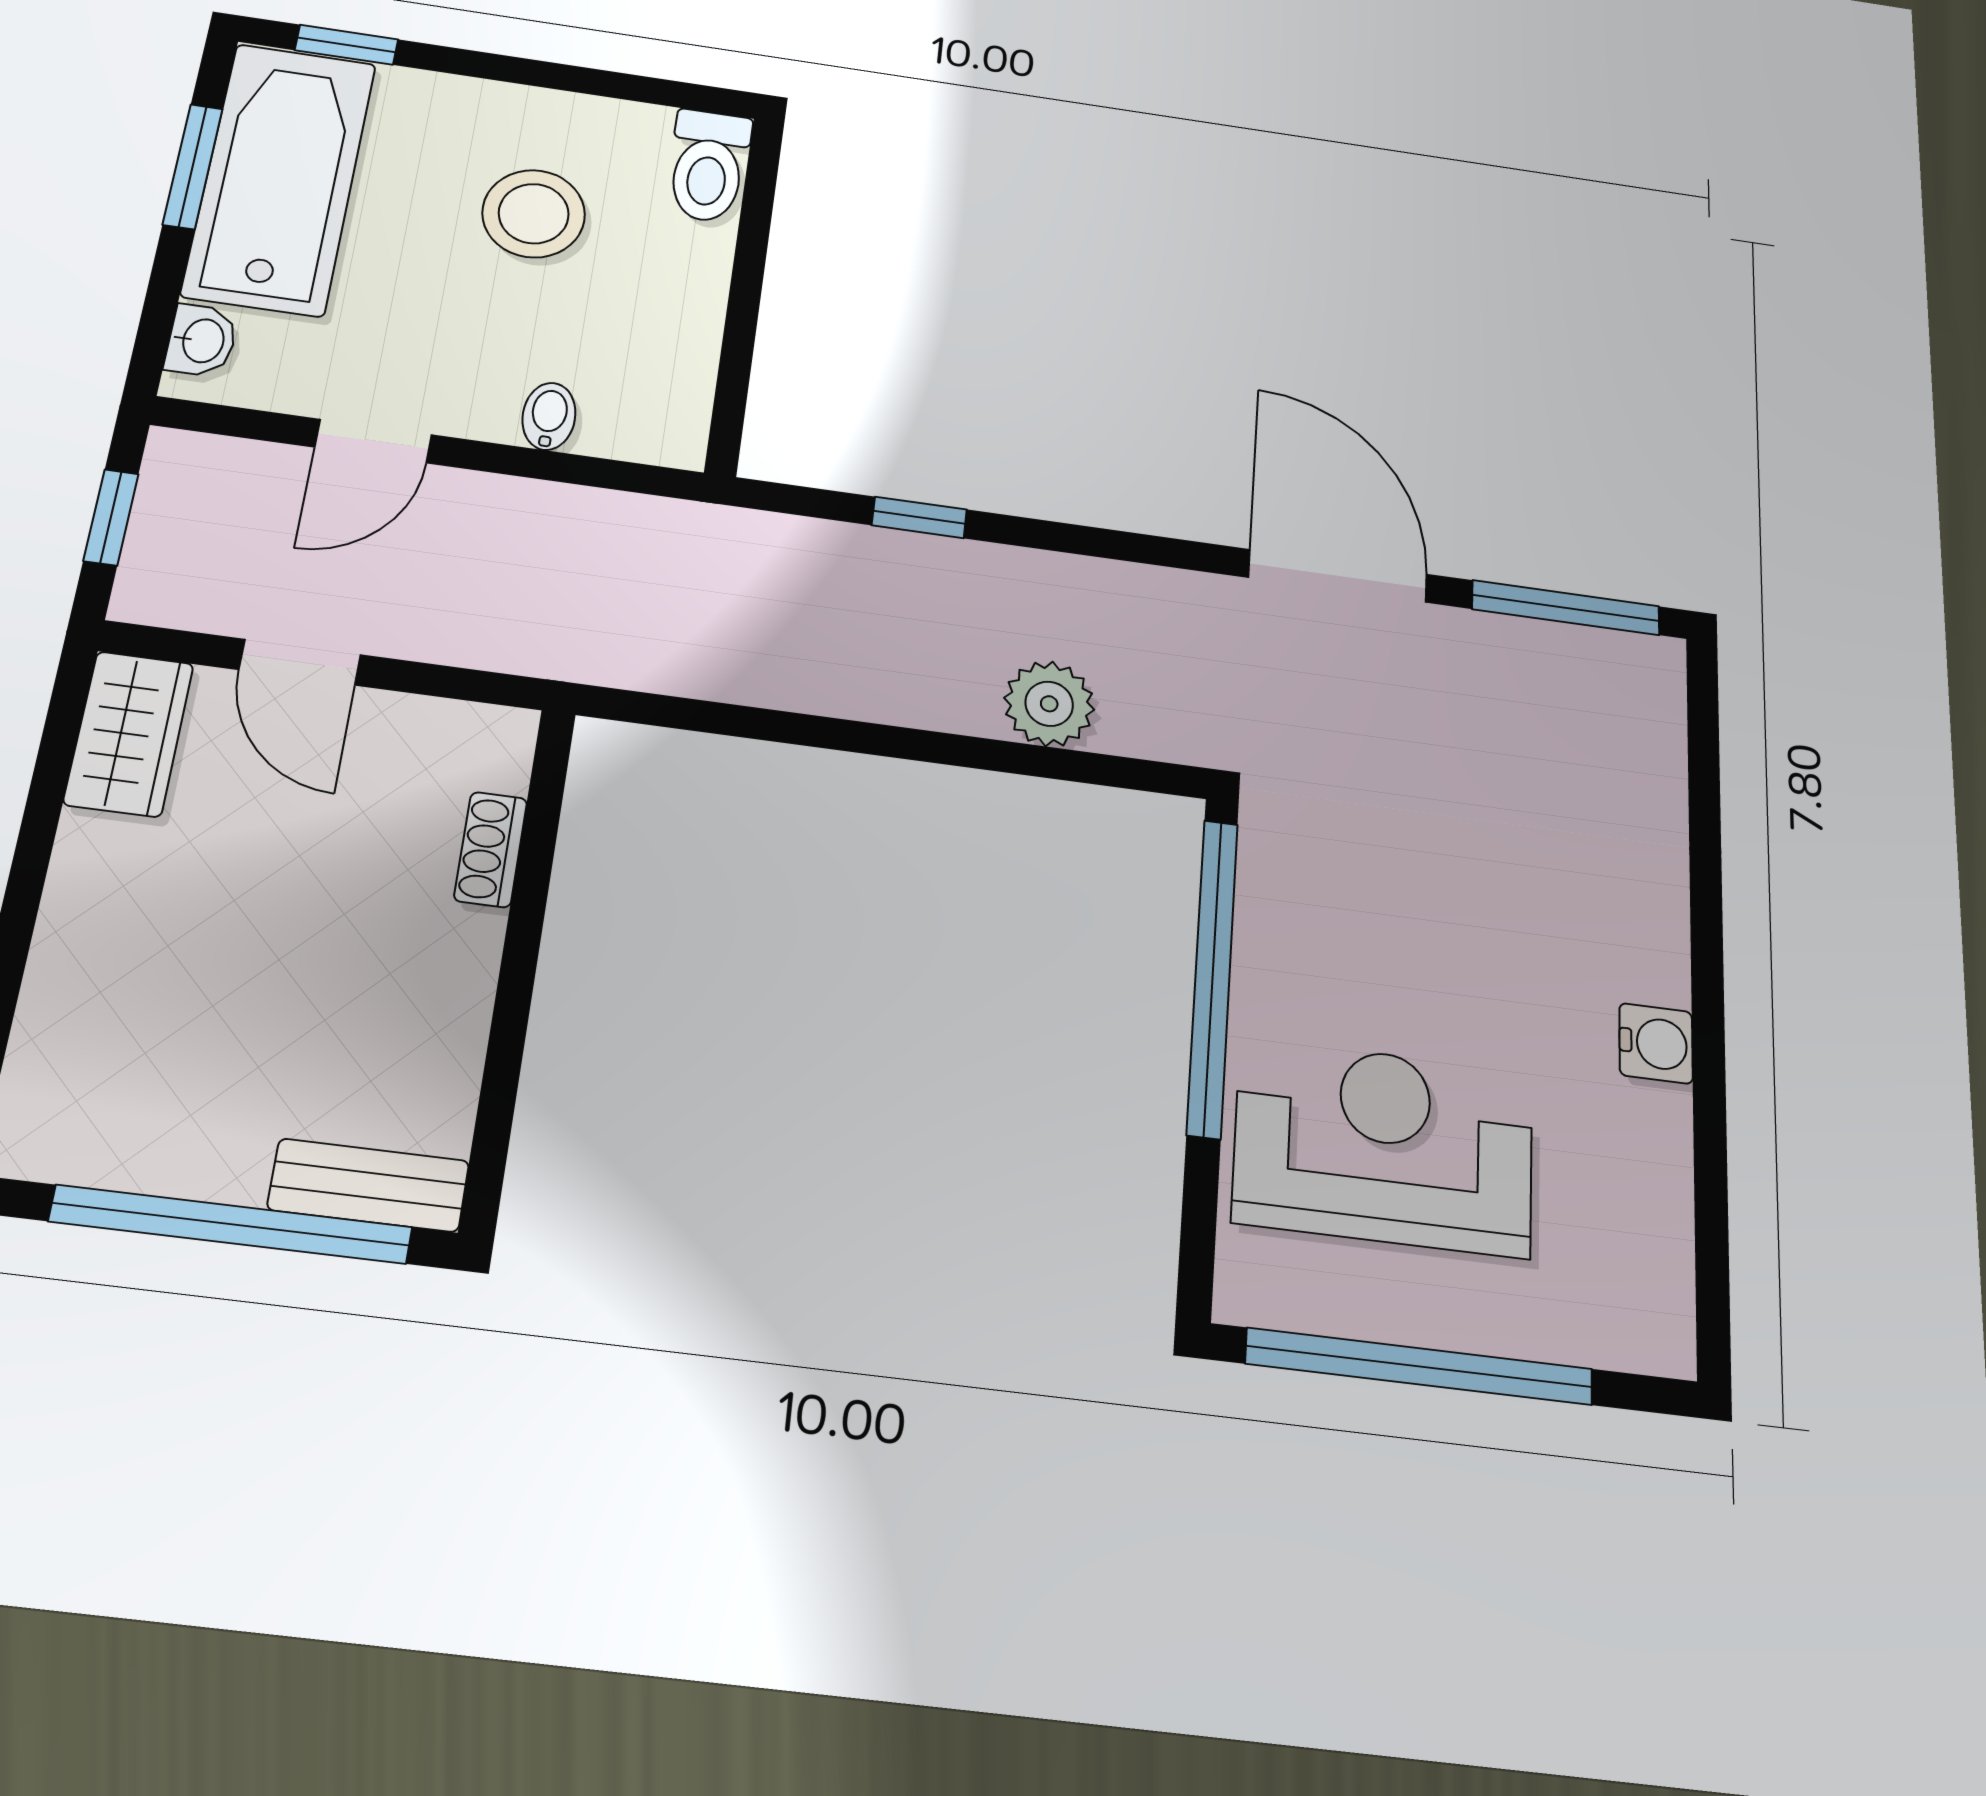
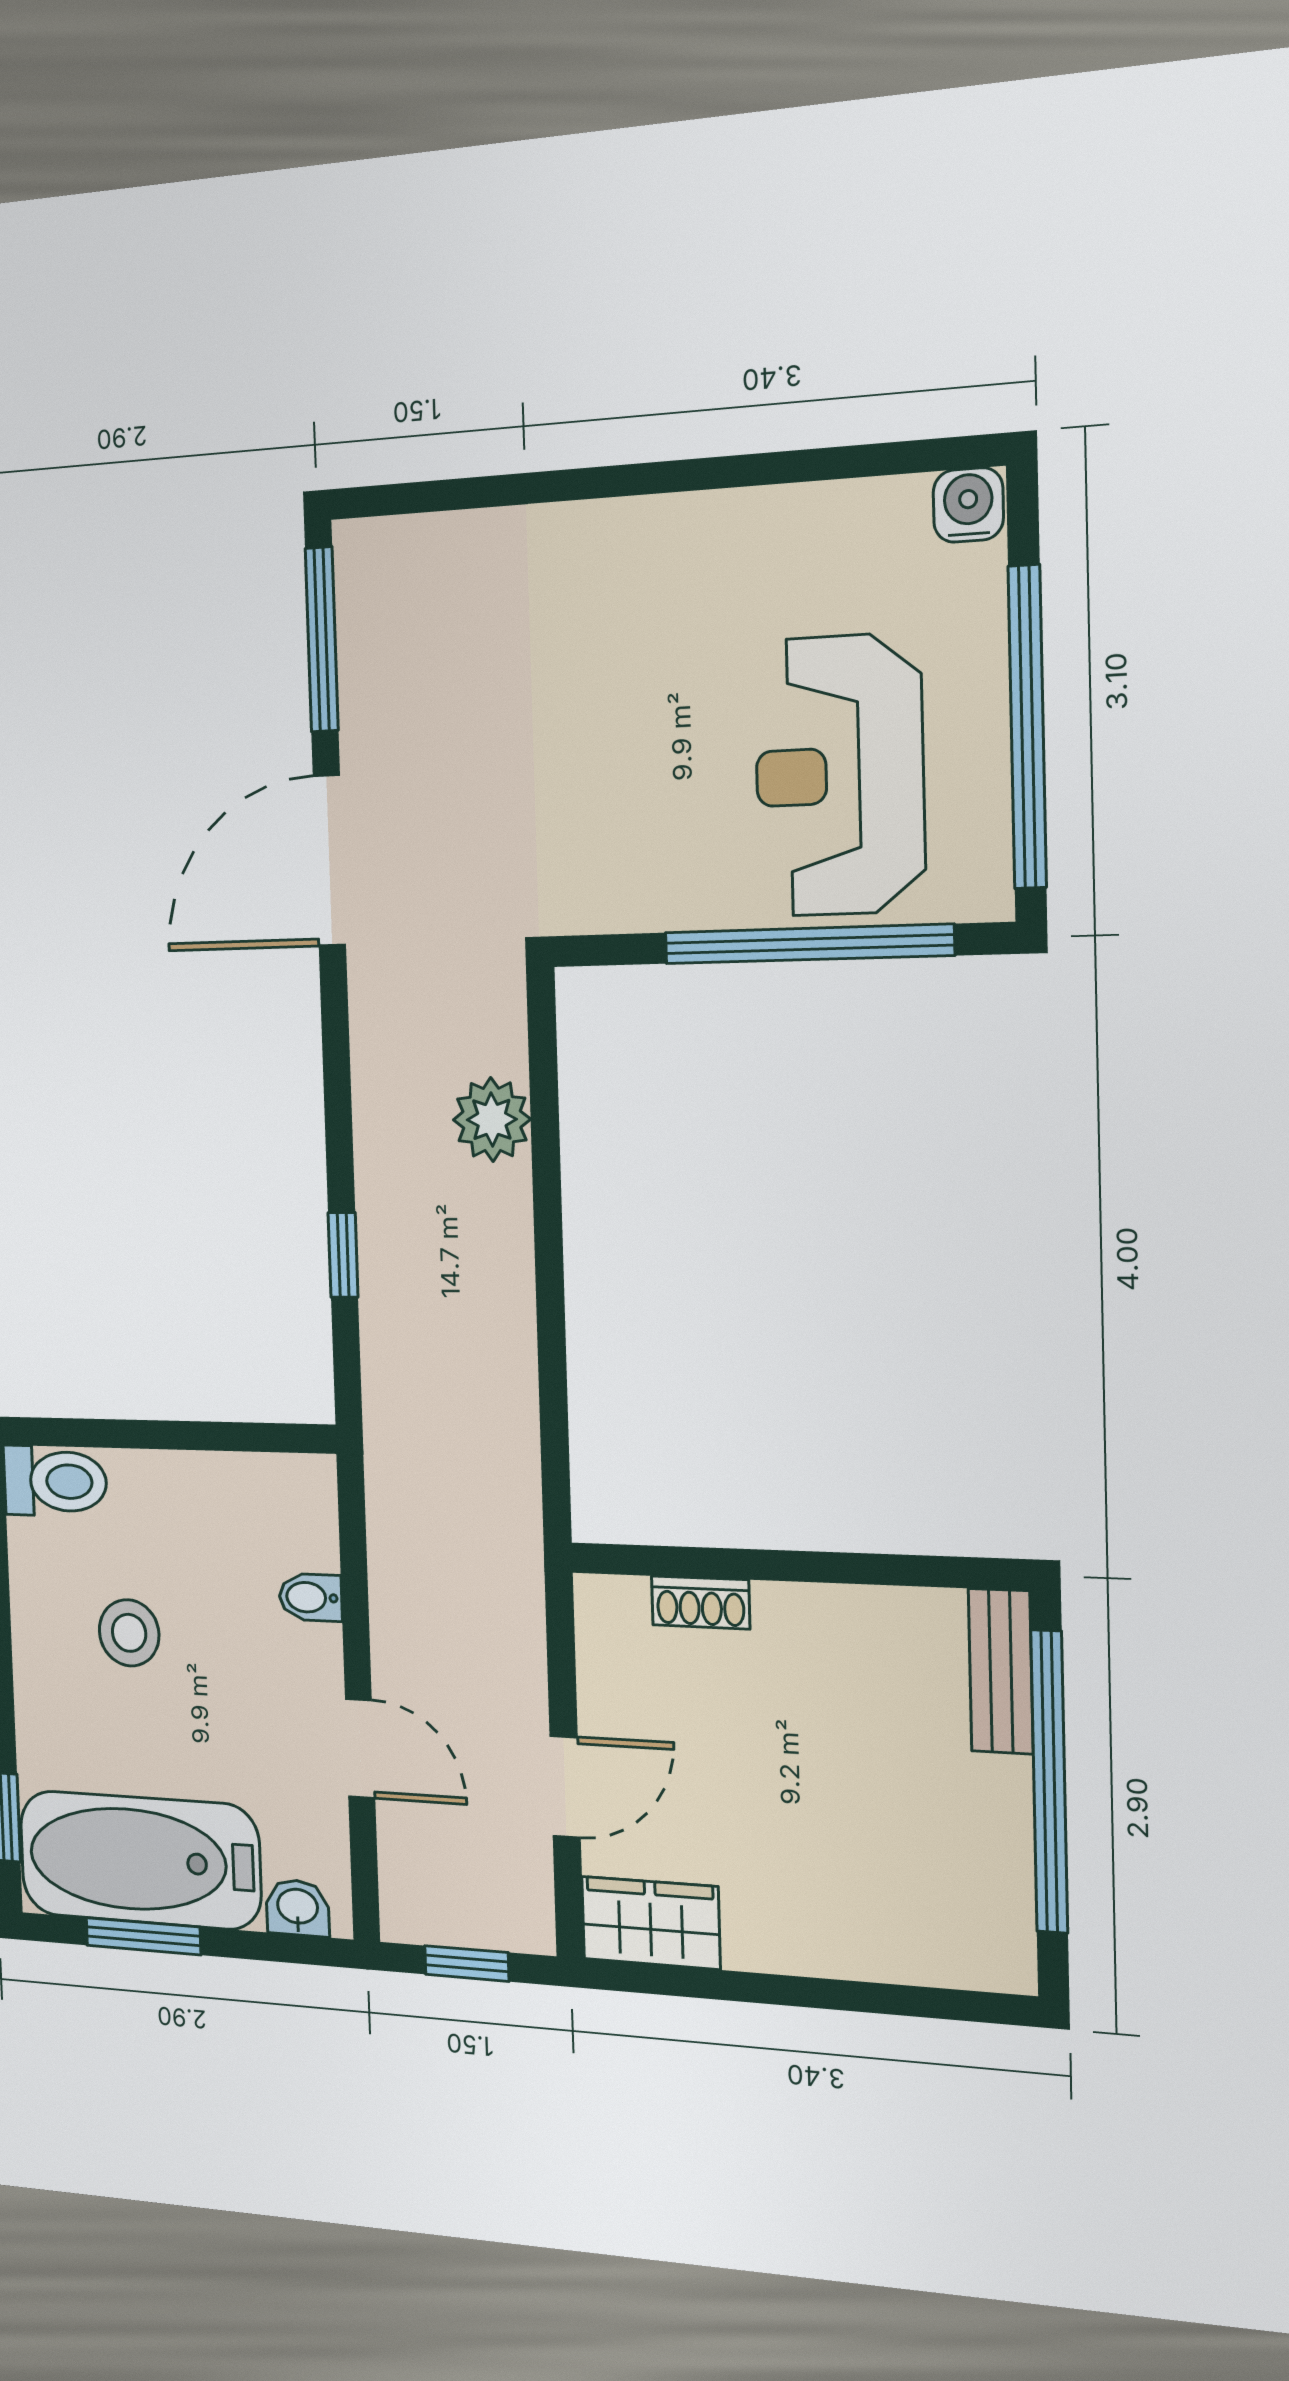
stool: (534, 214) -> (129, 1633), width x0.73, depth x0.73
window: (1212, 977) -> (808, 944), moved
water cooler: (1656, 1043) -> (968, 505), moved

